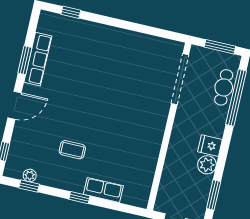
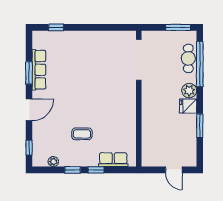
doorway: (180, 79) -> (139, 60), moved
wall: (169, 127) -> (139, 99), moved
plant: (207, 165) -> (189, 91), moved
window: (29, 186) -> (73, 170), moved
window: (214, 195) -> (200, 126), moved

